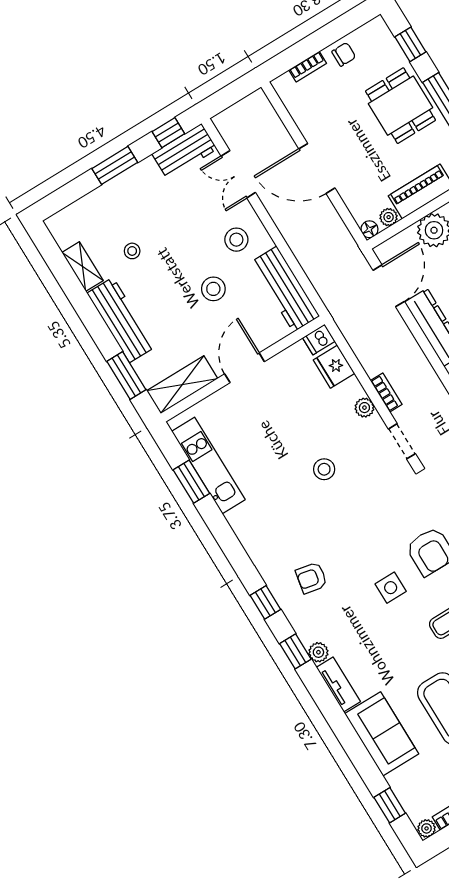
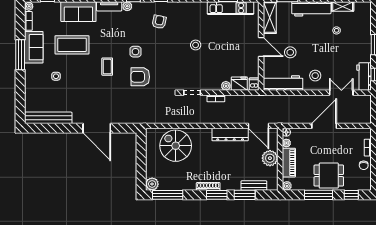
stool: (213, 289) -> (290, 52), moved
plant: (364, 408) -> (226, 86), moved
stool: (324, 469) -> (196, 45), moved

